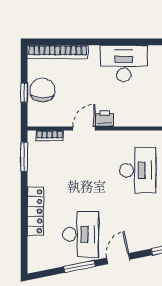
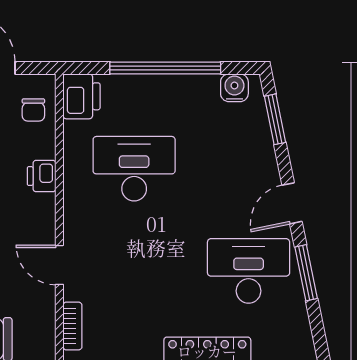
printer: (105, 119) -> (42, 176), moved
door: (118, 259) -> (292, 203), hinge flipped

